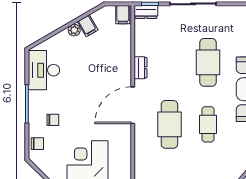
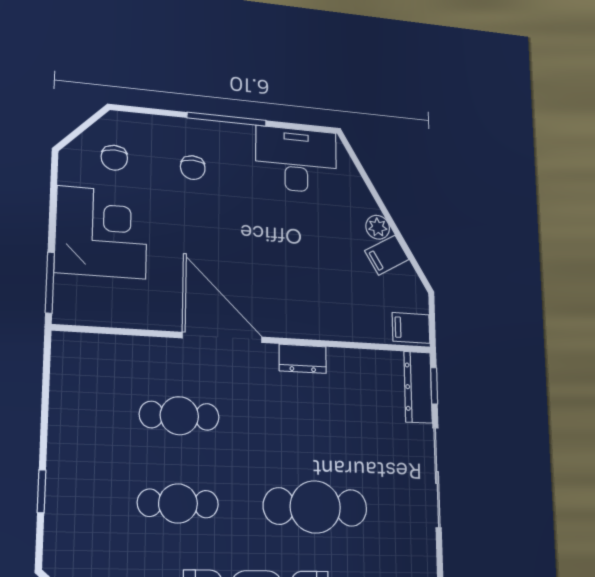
dresser: (146, 12) -> (418, 387), width x1.44
cafe table: (169, 124) -> (179, 416), width x0.73, depth x0.74
chair: (37, 144) -> (114, 158), moved

